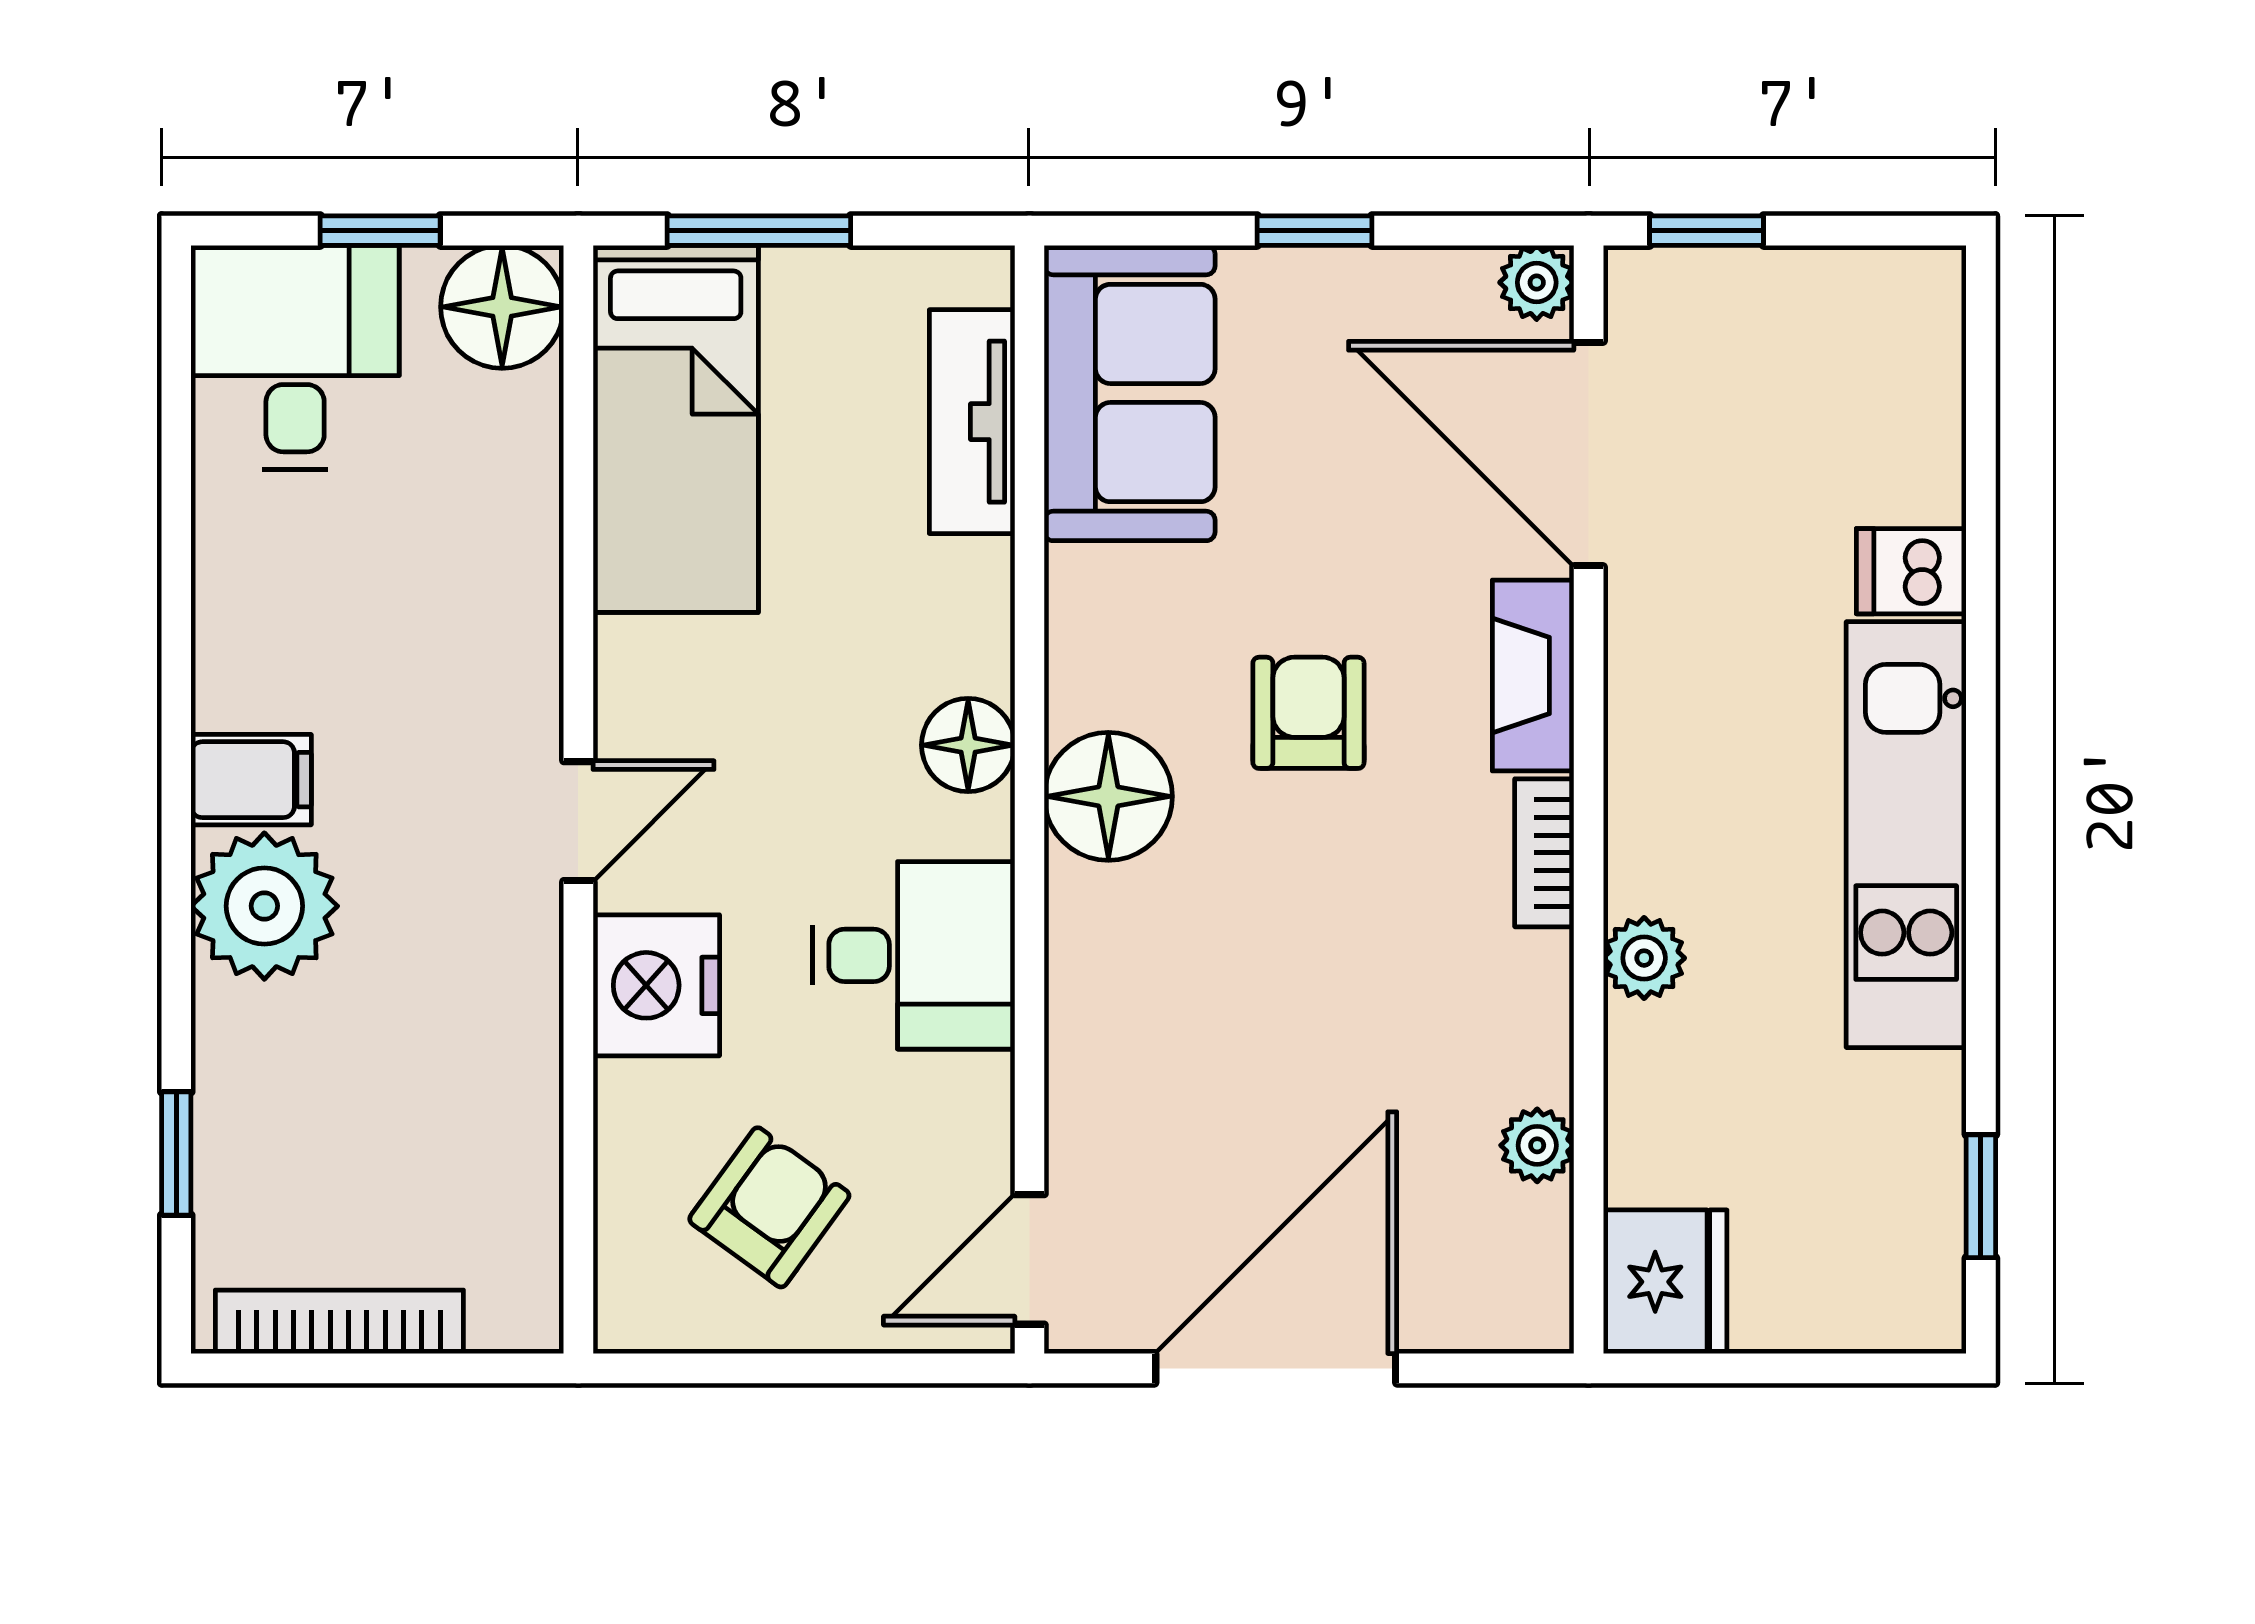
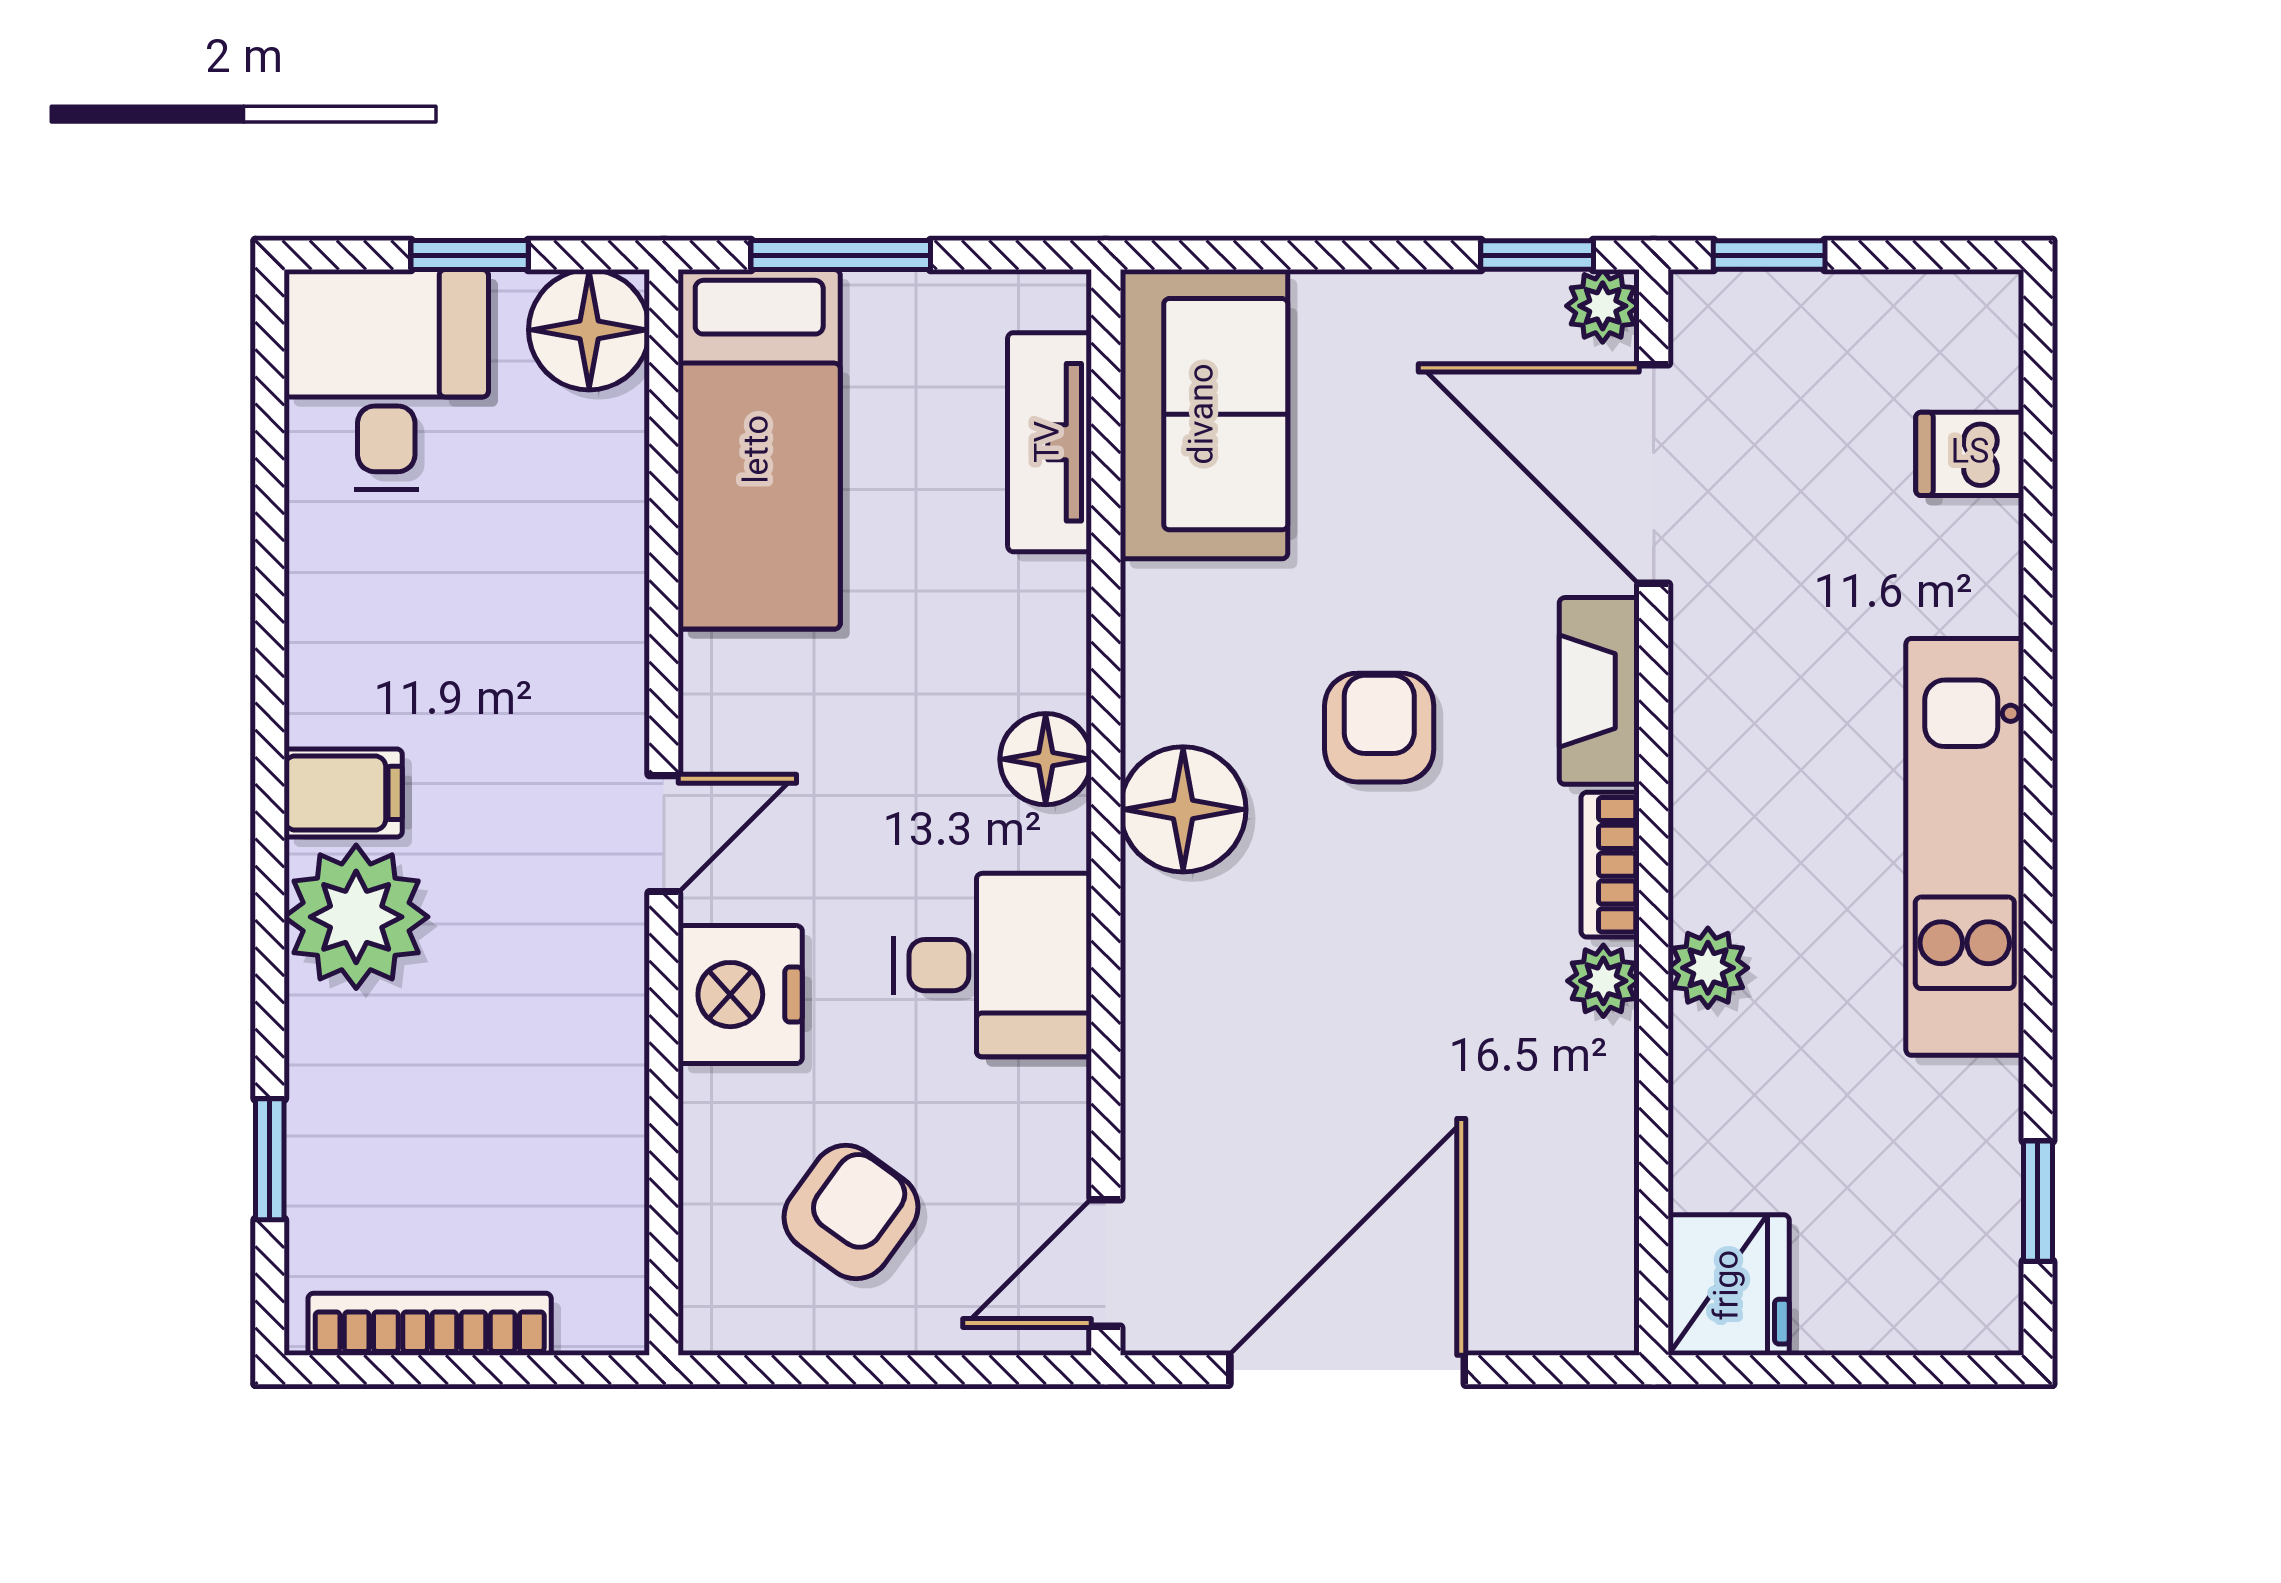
window: (1315, 231) -> (1537, 255), moved
dishwasher: (1911, 571) -> (1970, 454), moved
plant: (1537, 1145) -> (1603, 981), moved

